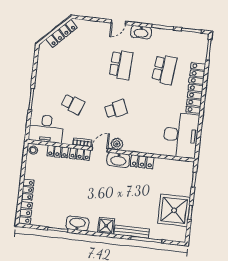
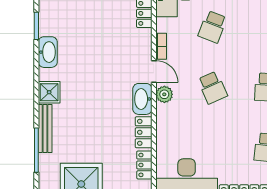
locker: (80, 154) -> (144, 165), moved

